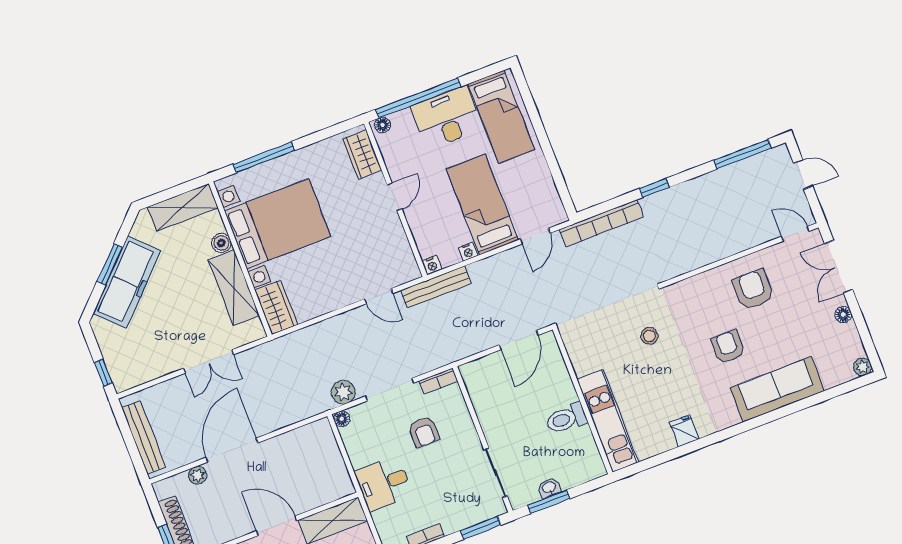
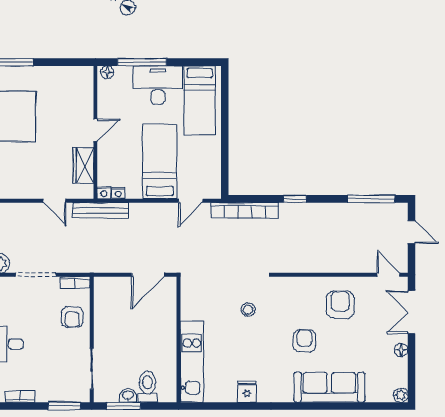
window: (418, 98) -> (142, 62), width x0.68
wardrobe: (362, 154) -> (83, 165), moved
nightstand: (468, 252) -> (118, 193), moved
toilet: (566, 419) -> (147, 387), moved, turned 90
armchair: (424, 432) -> (72, 317), moved

